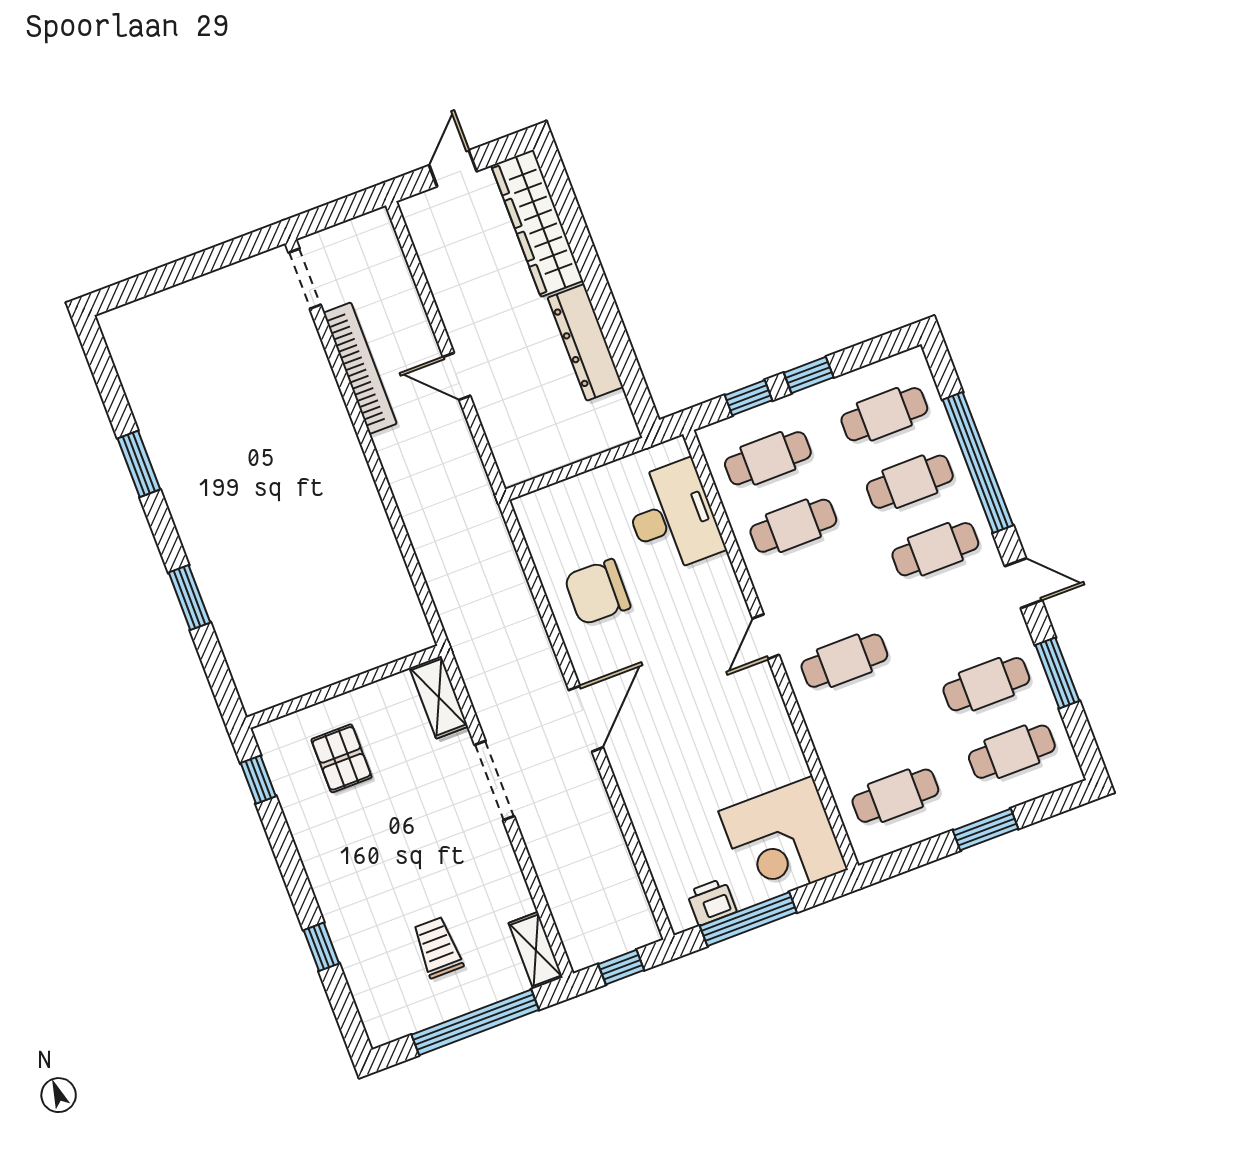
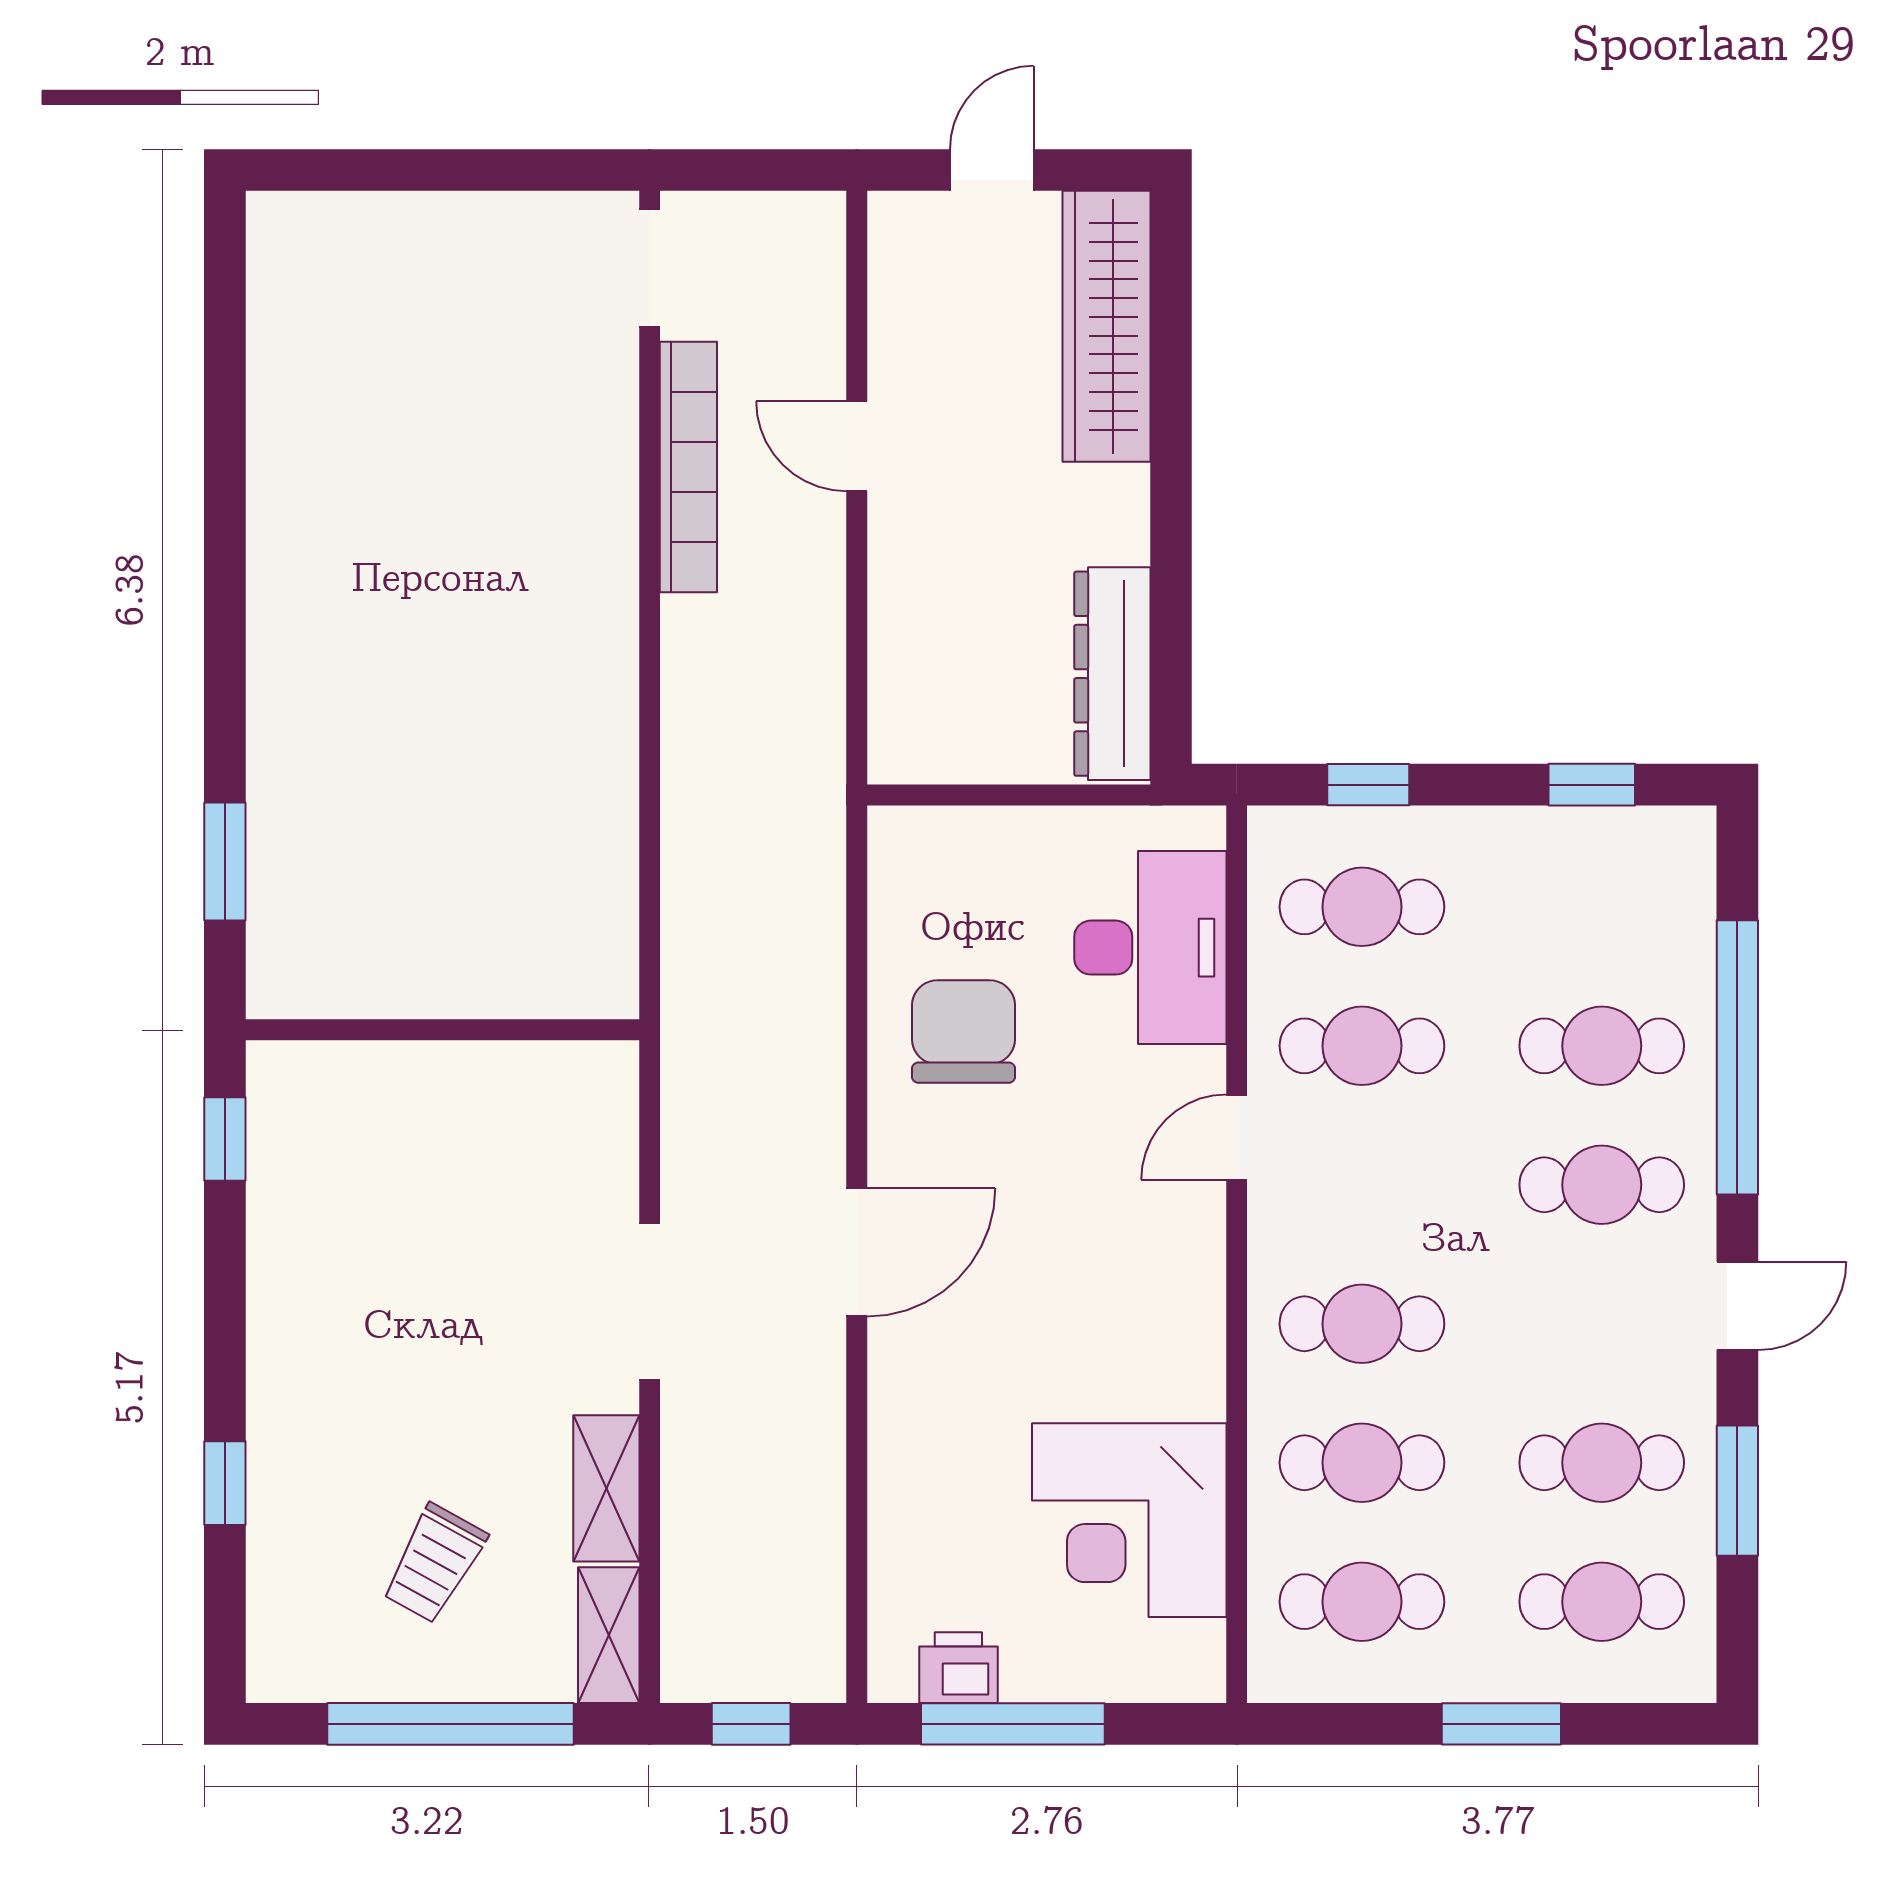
dresser: (586, 342) -> (1112, 674), moved
window: (809, 375) -> (1592, 785), moved
door: (457, 376) -> (857, 446), moved
cafe table: (884, 414) -> (1362, 1463), moved
window: (139, 464) -> (225, 489), removed
door: (1023, 583) -> (1737, 1306), hinge flipped
chair: (597, 592) -> (964, 1032), turned 89
window: (189, 598) -> (225, 861), moved
door: (766, 637) -> (1237, 1137), moved
shelving: (439, 697) -> (606, 1488), moved
pallet: (341, 758) -> (389, 1157), removed
corner desk: (783, 841) -> (1129, 1520), moved
trolley: (438, 947) -> (434, 1564), turned -151

